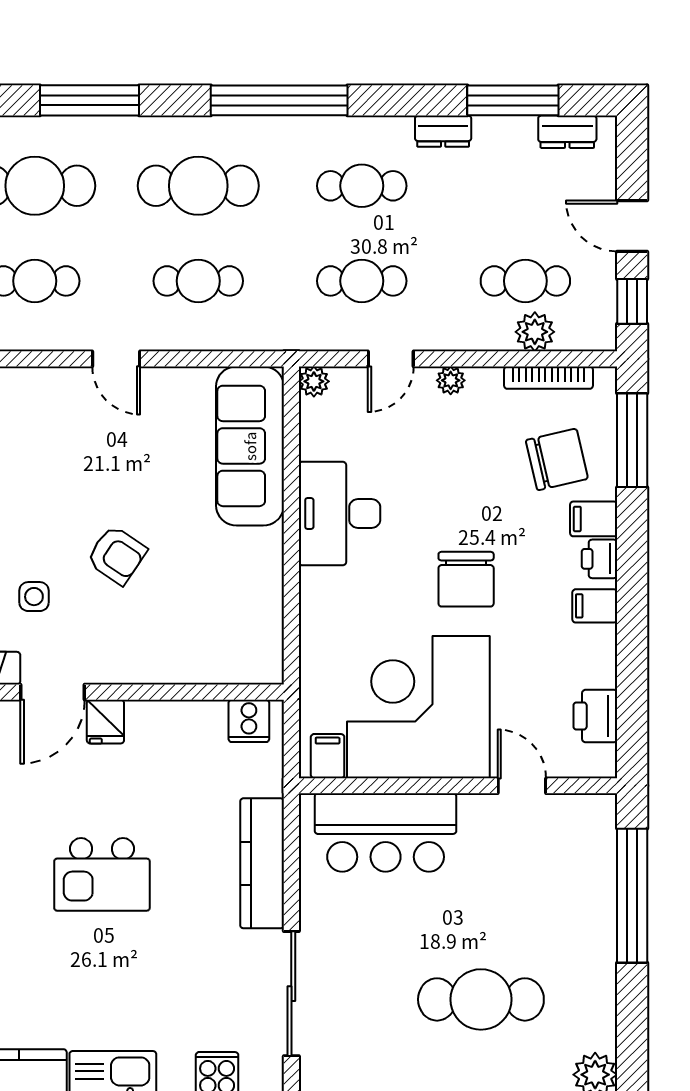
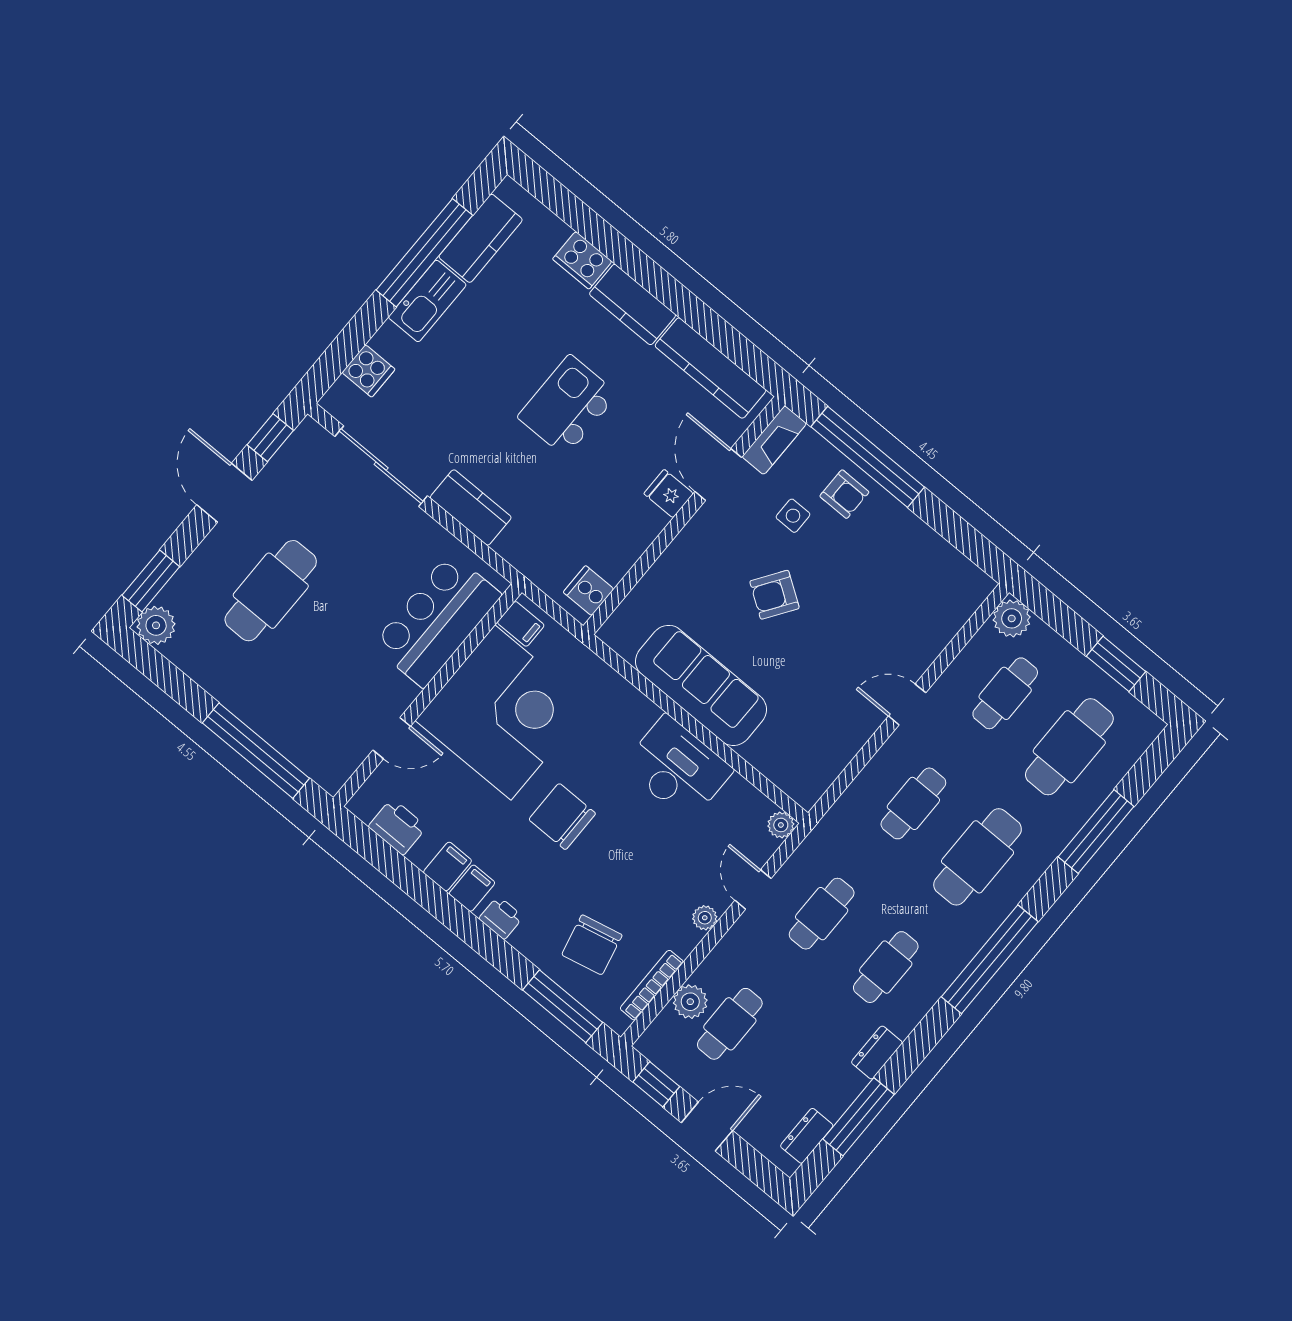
sofa: (250, 446) -> (701, 685), moved
filing cabinet: (594, 519) -> (447, 867), moved
kitchen counter: (262, 863) -> (471, 507), width x0.67

